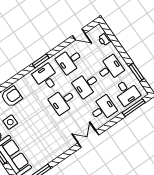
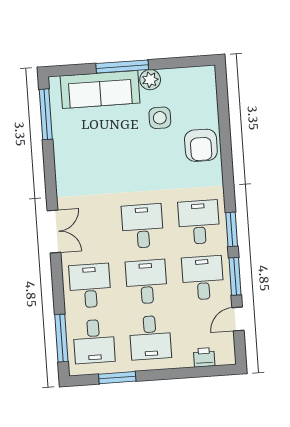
window: (61, 47) -> (235, 276), added
desk: (46, 77) -> (199, 222), turned -90
desk: (127, 92) -> (94, 341), turned -90
desk: (103, 109) -> (90, 286), turned 180

